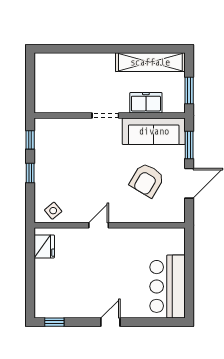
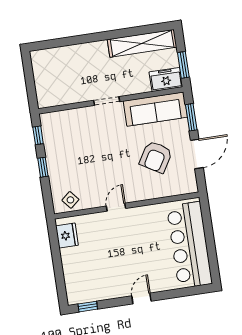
freezer: (146, 103) -> (166, 79), moved
bar counter: (168, 286) -> (189, 245), width x1.36

